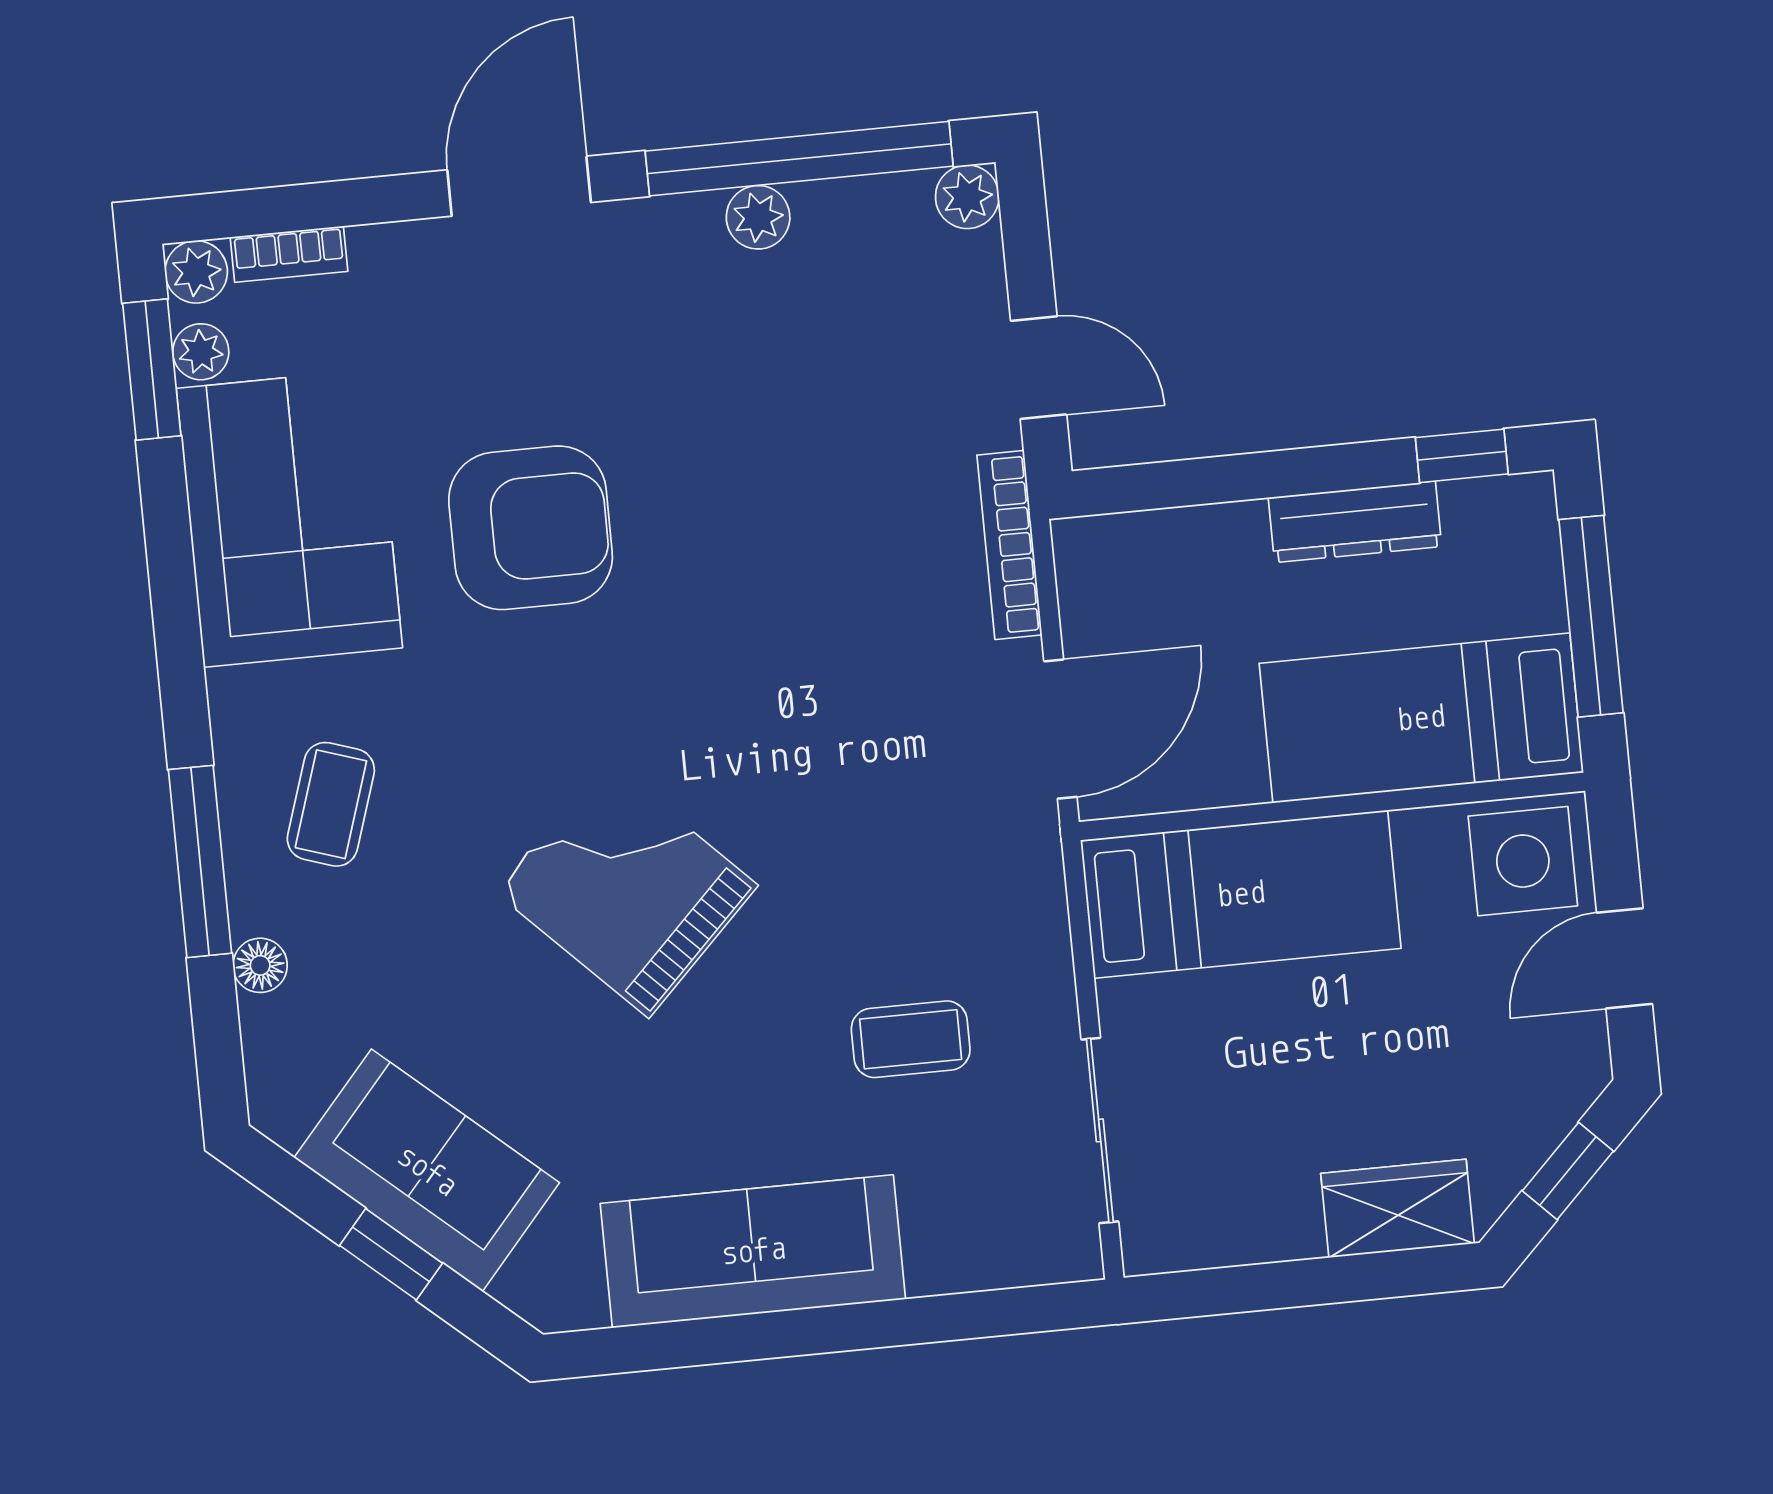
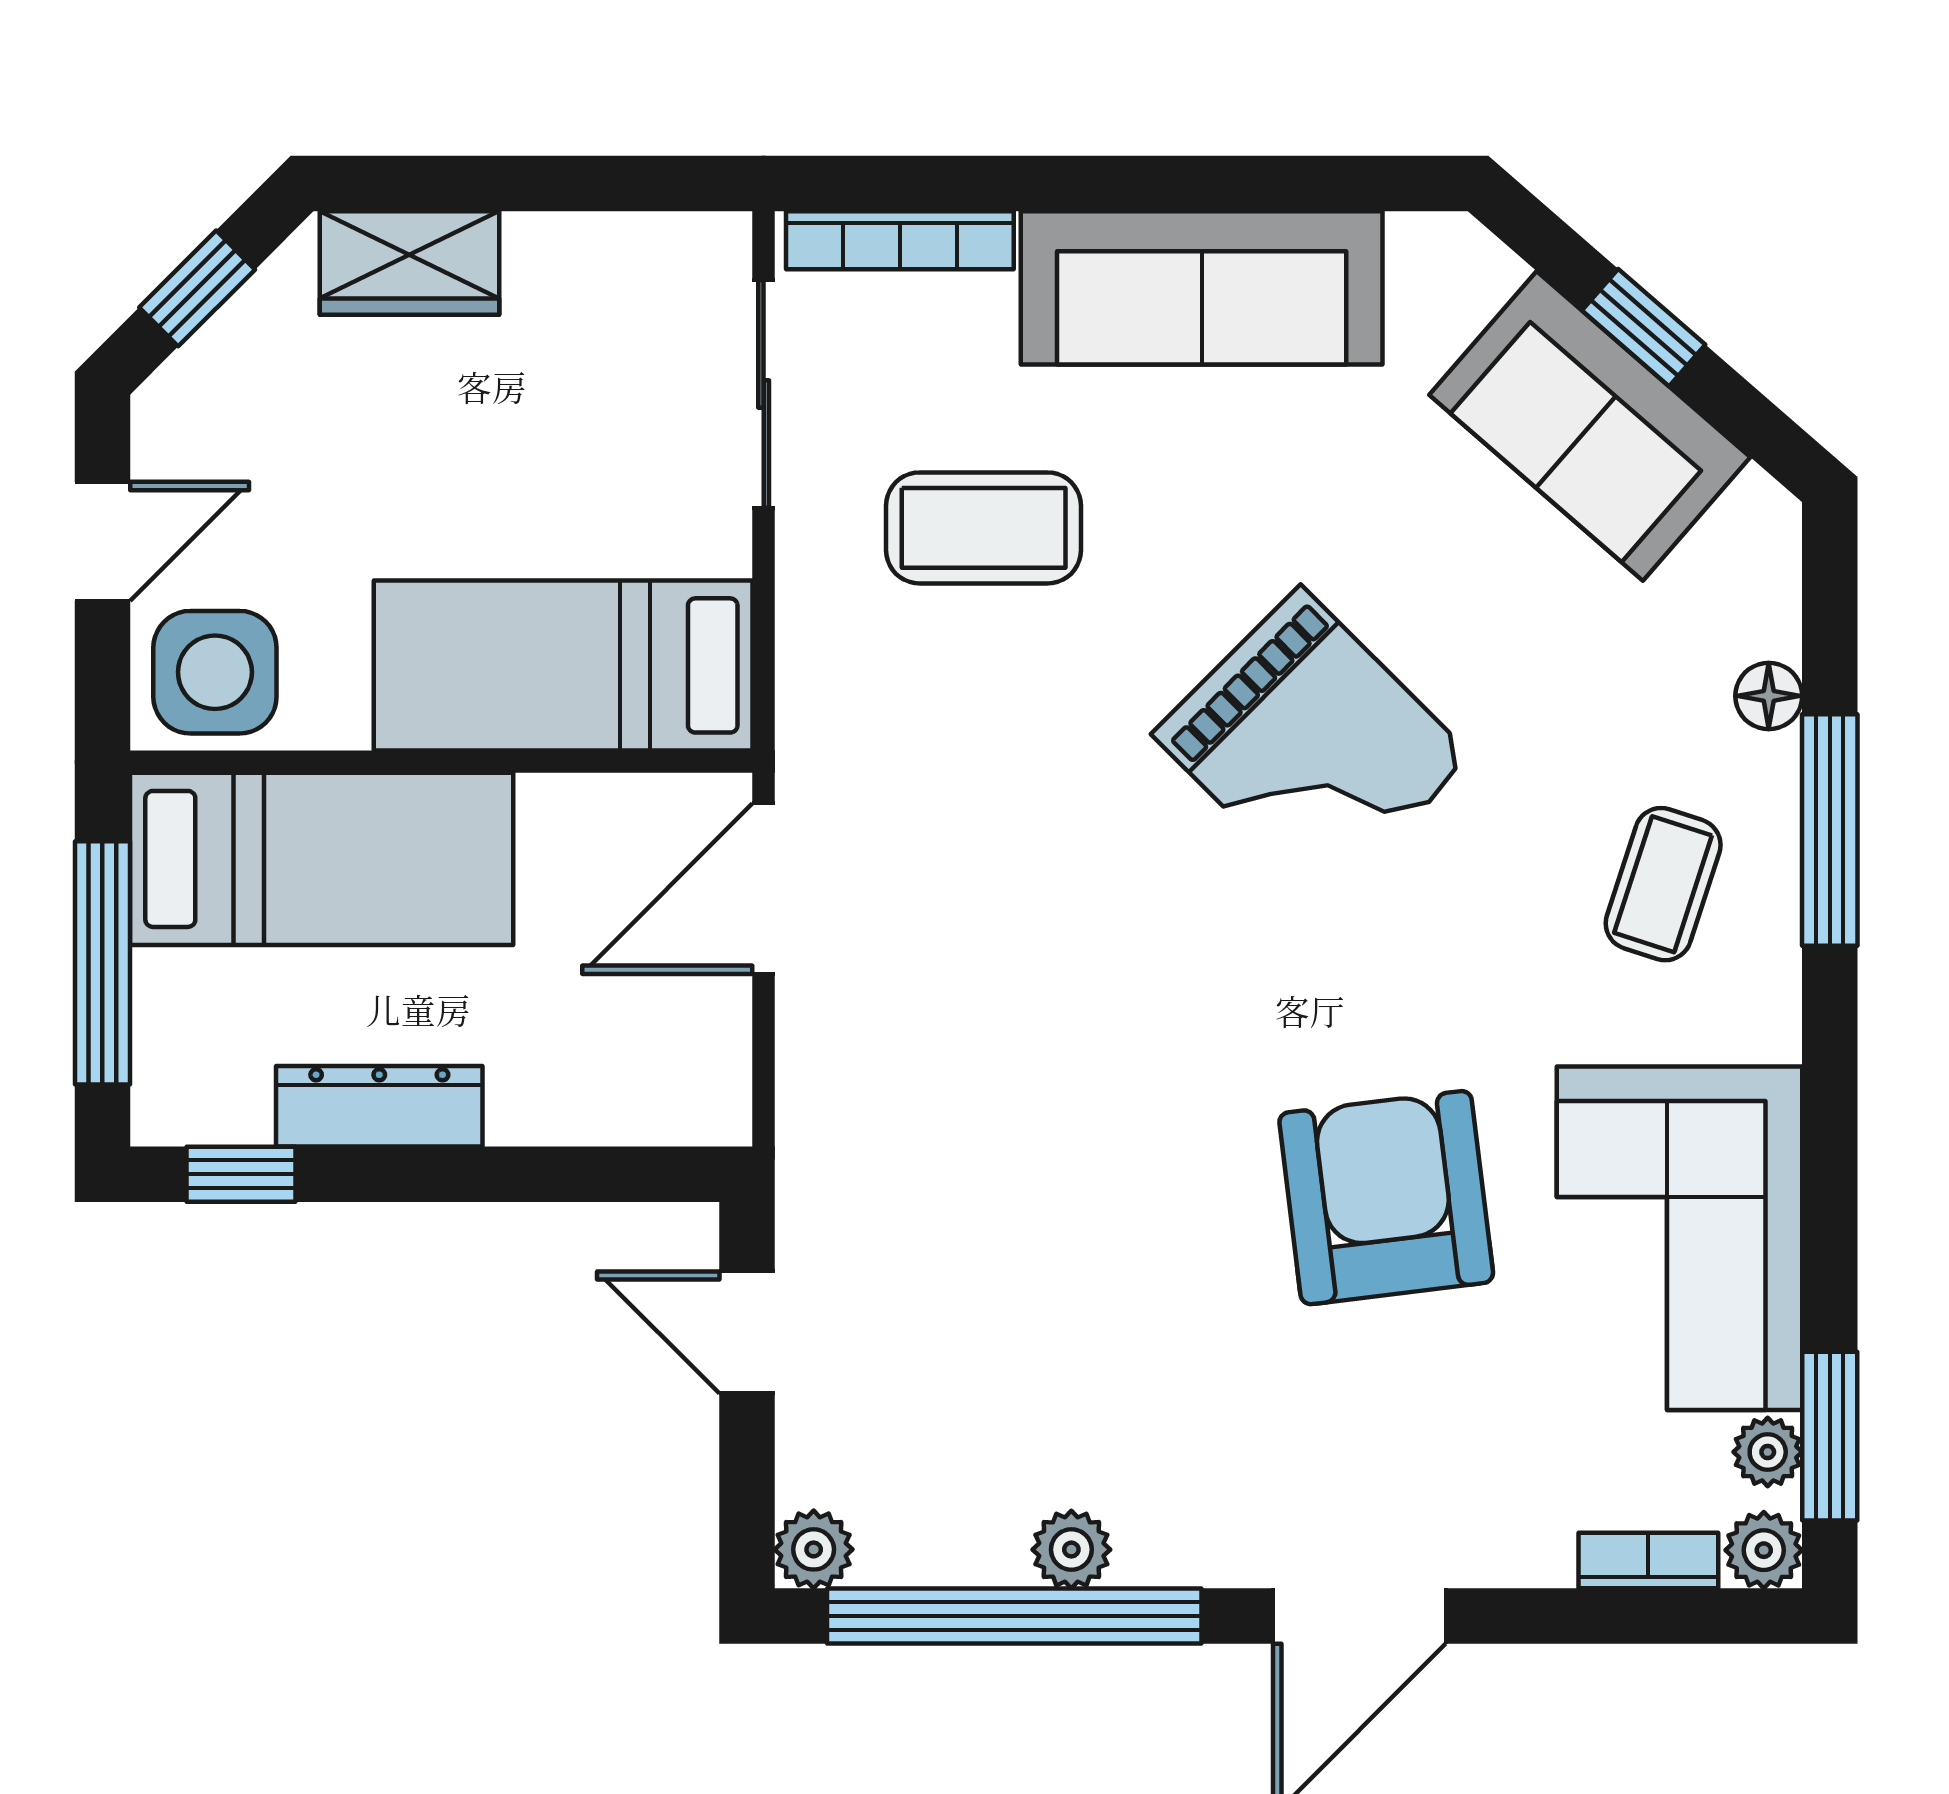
armchair: (531, 528) -> (1386, 1198), turned 83
bookcase: (1010, 545) -> (900, 240), moved, turned 90
coffee table: (911, 1039) -> (984, 528), width x1.36, depth x1.30

